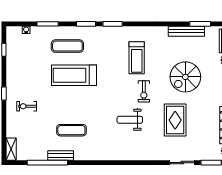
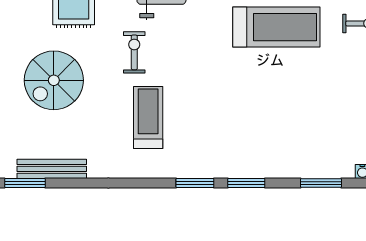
exercise mat: (67, 46) -> (282, 140), removed
treadmill: (74, 75) -> (276, 27), moved
spiral stairs: (185, 77) -> (54, 80), turned 180

